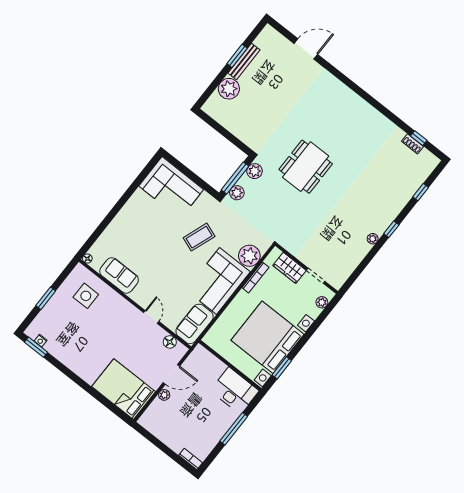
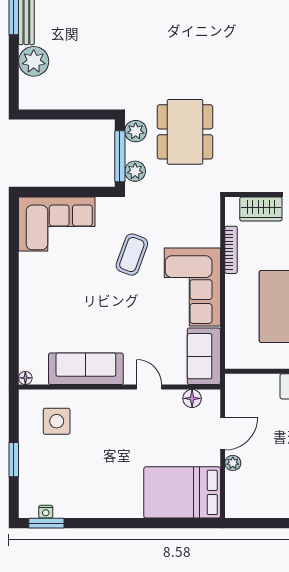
dining table: (306, 167) -> (185, 132), moved
plant: (249, 256) -> (205, 231), removed
sofa: (119, 275) -> (86, 369), width x1.36

